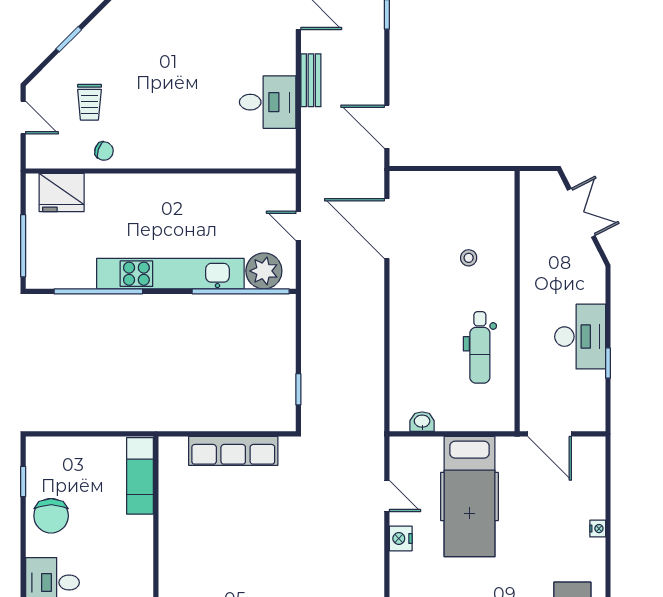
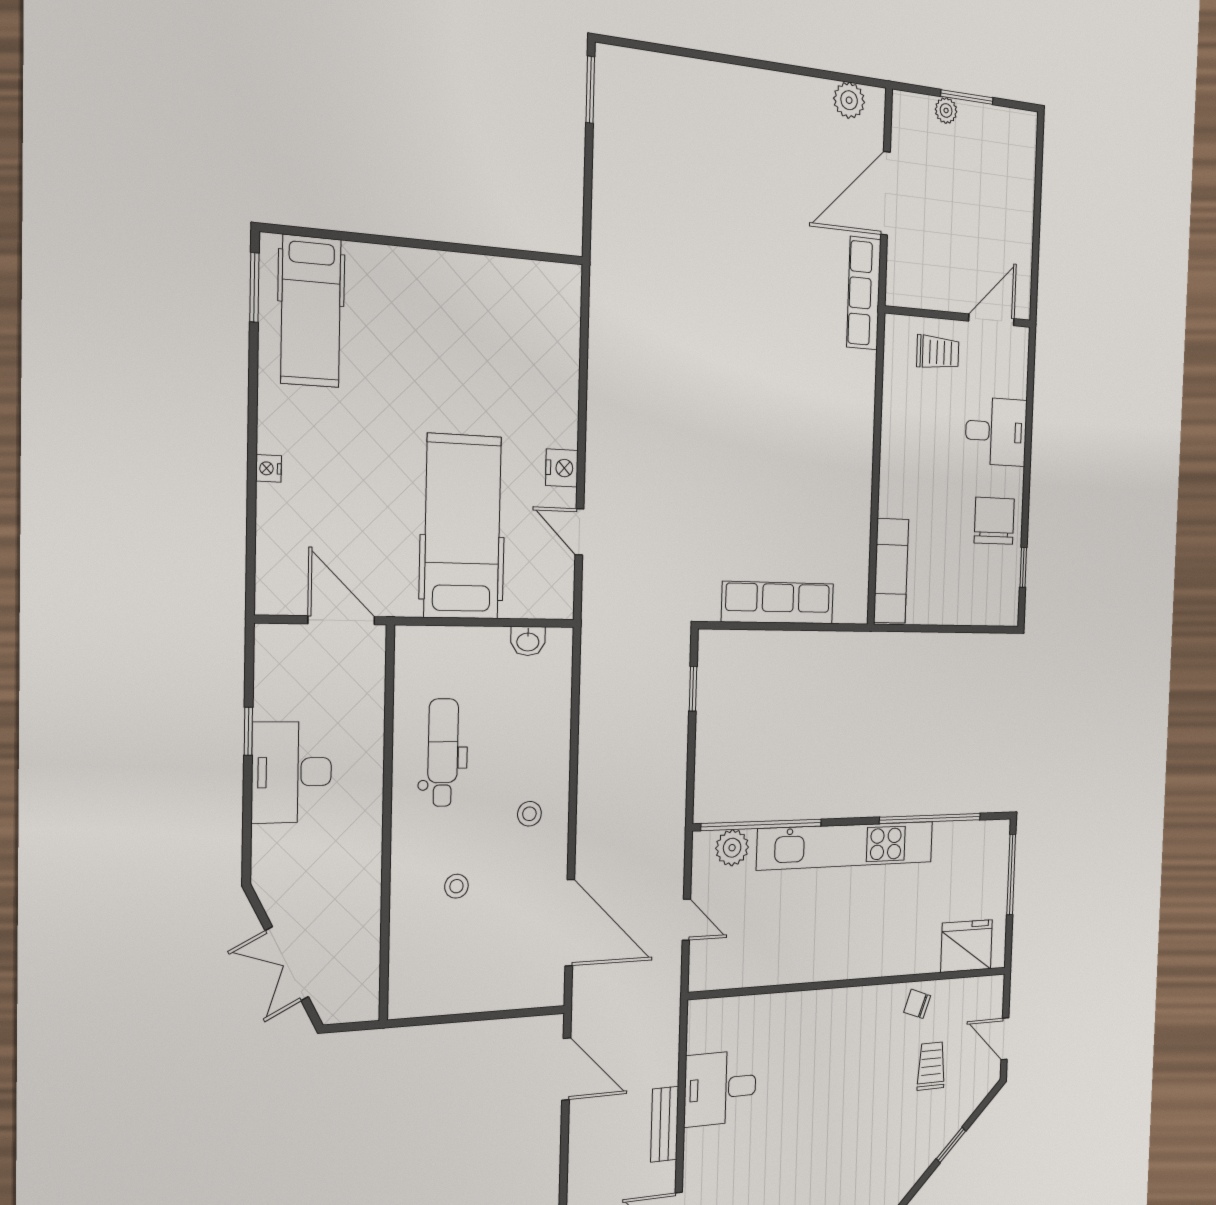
plant: (264, 271) -> (732, 848), width x0.73, depth x0.73
stool: (418, 305) -> (529, 814), added

